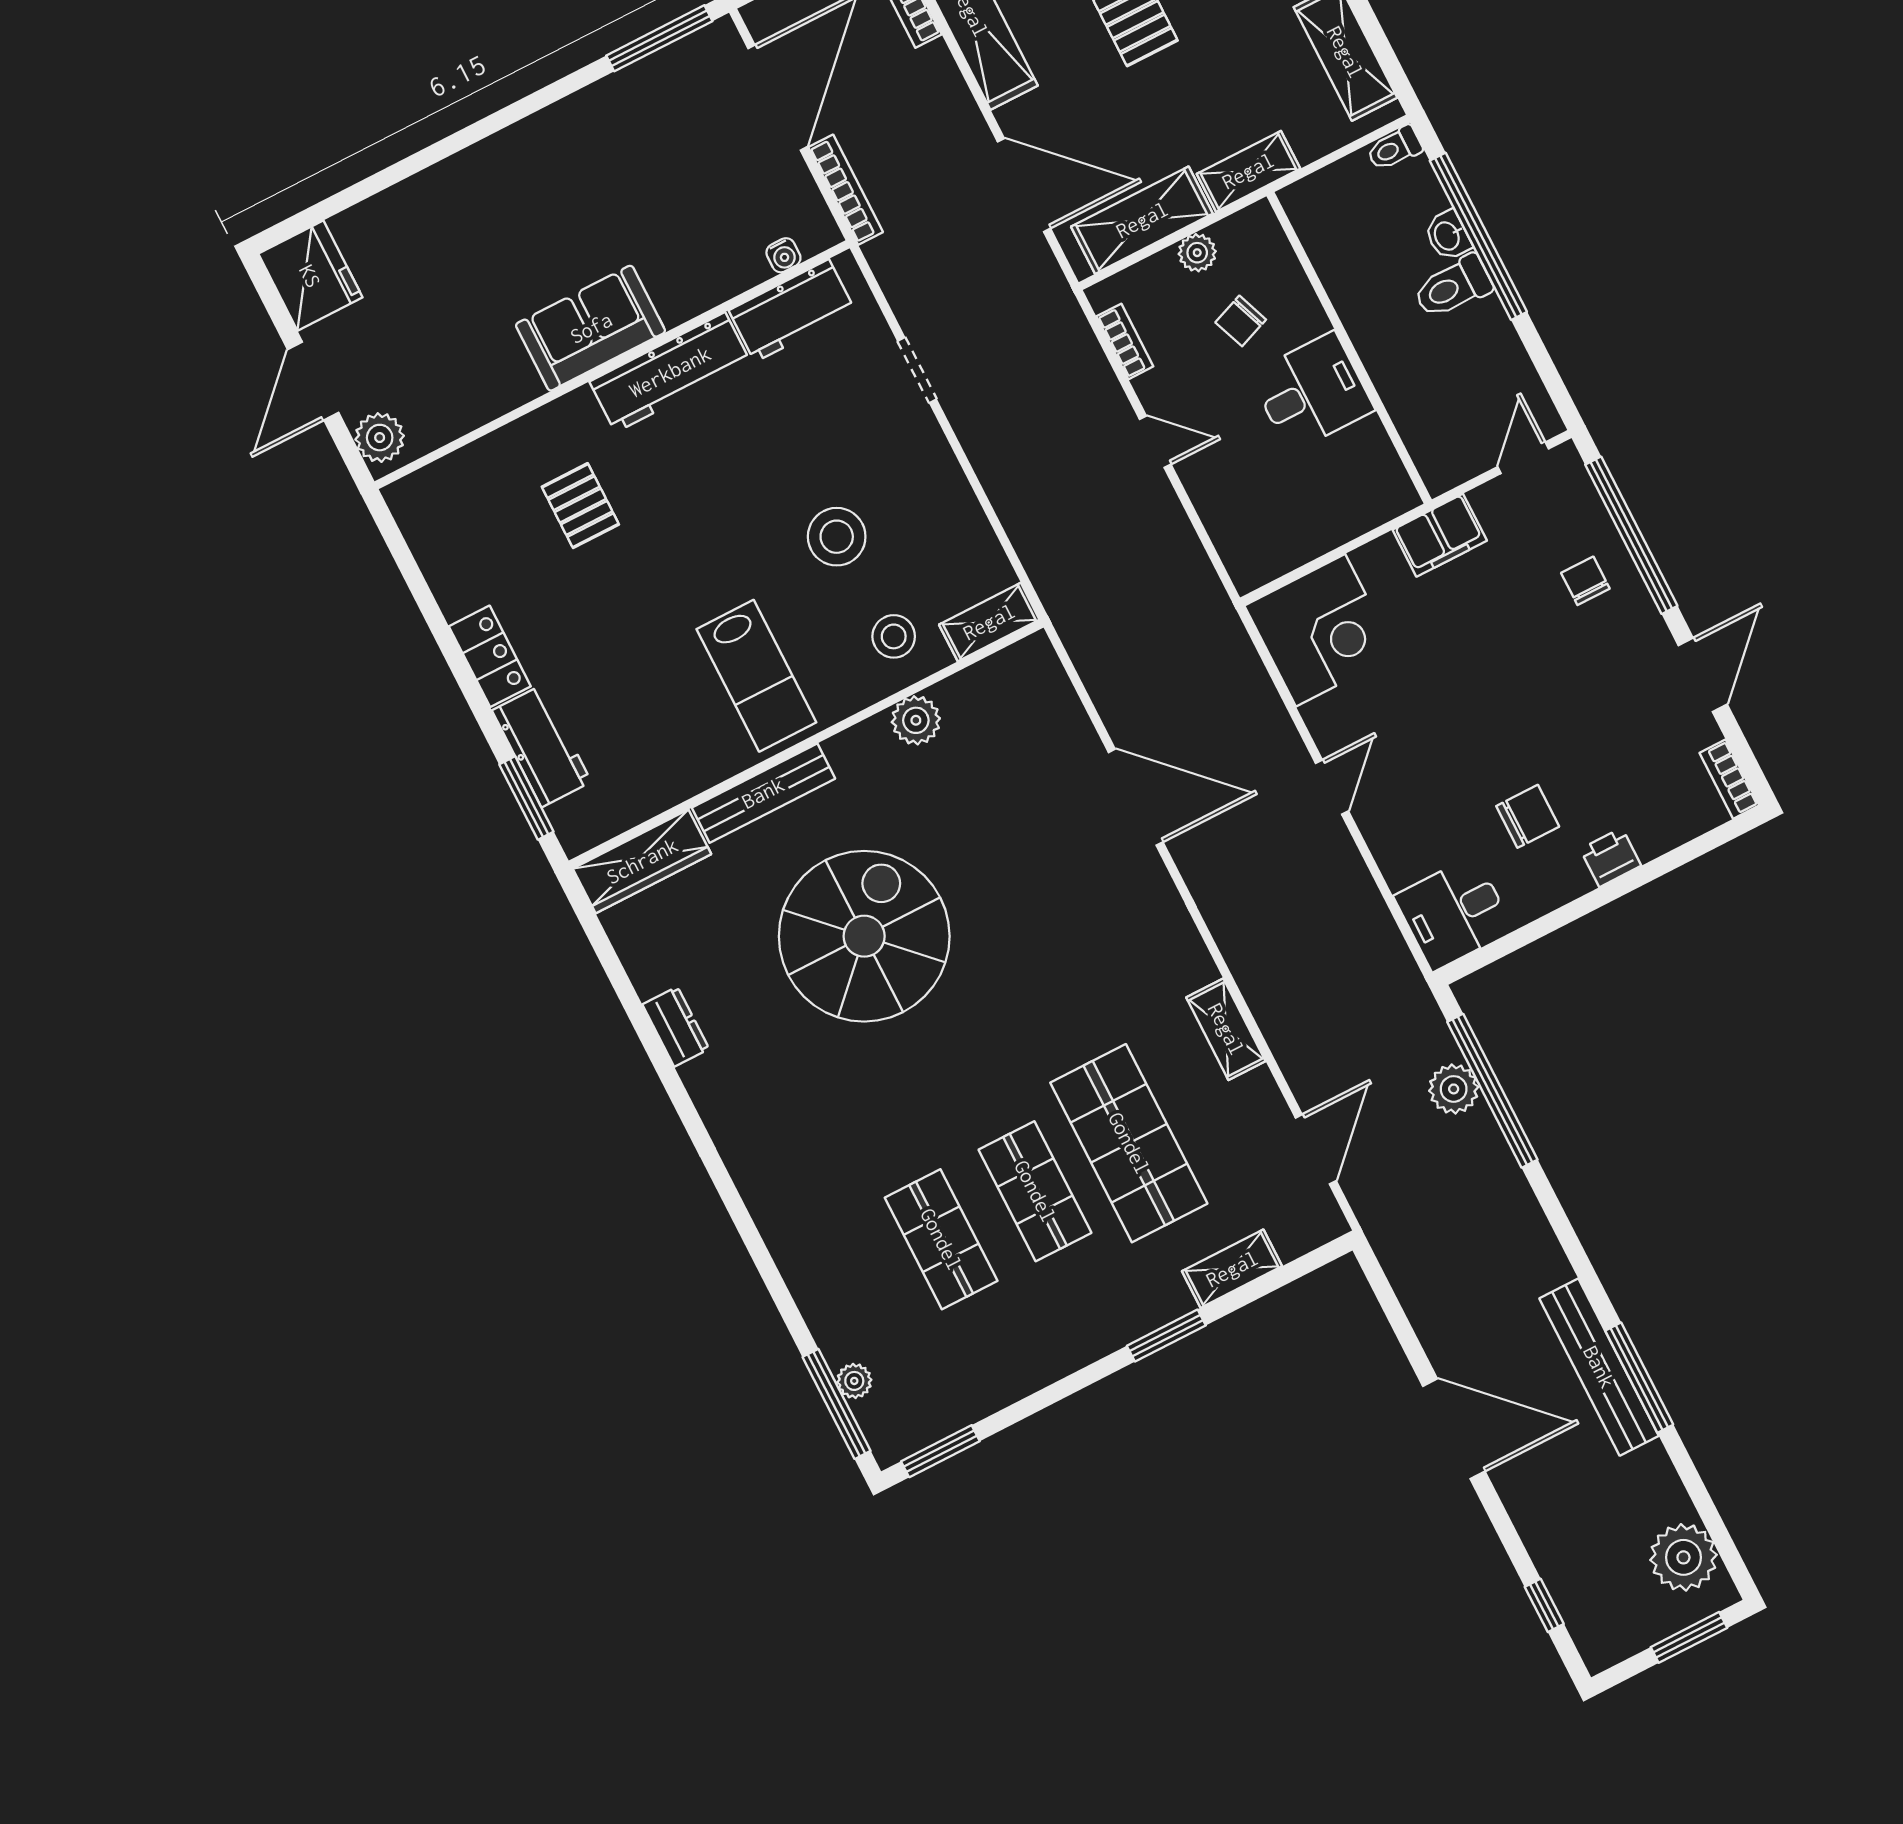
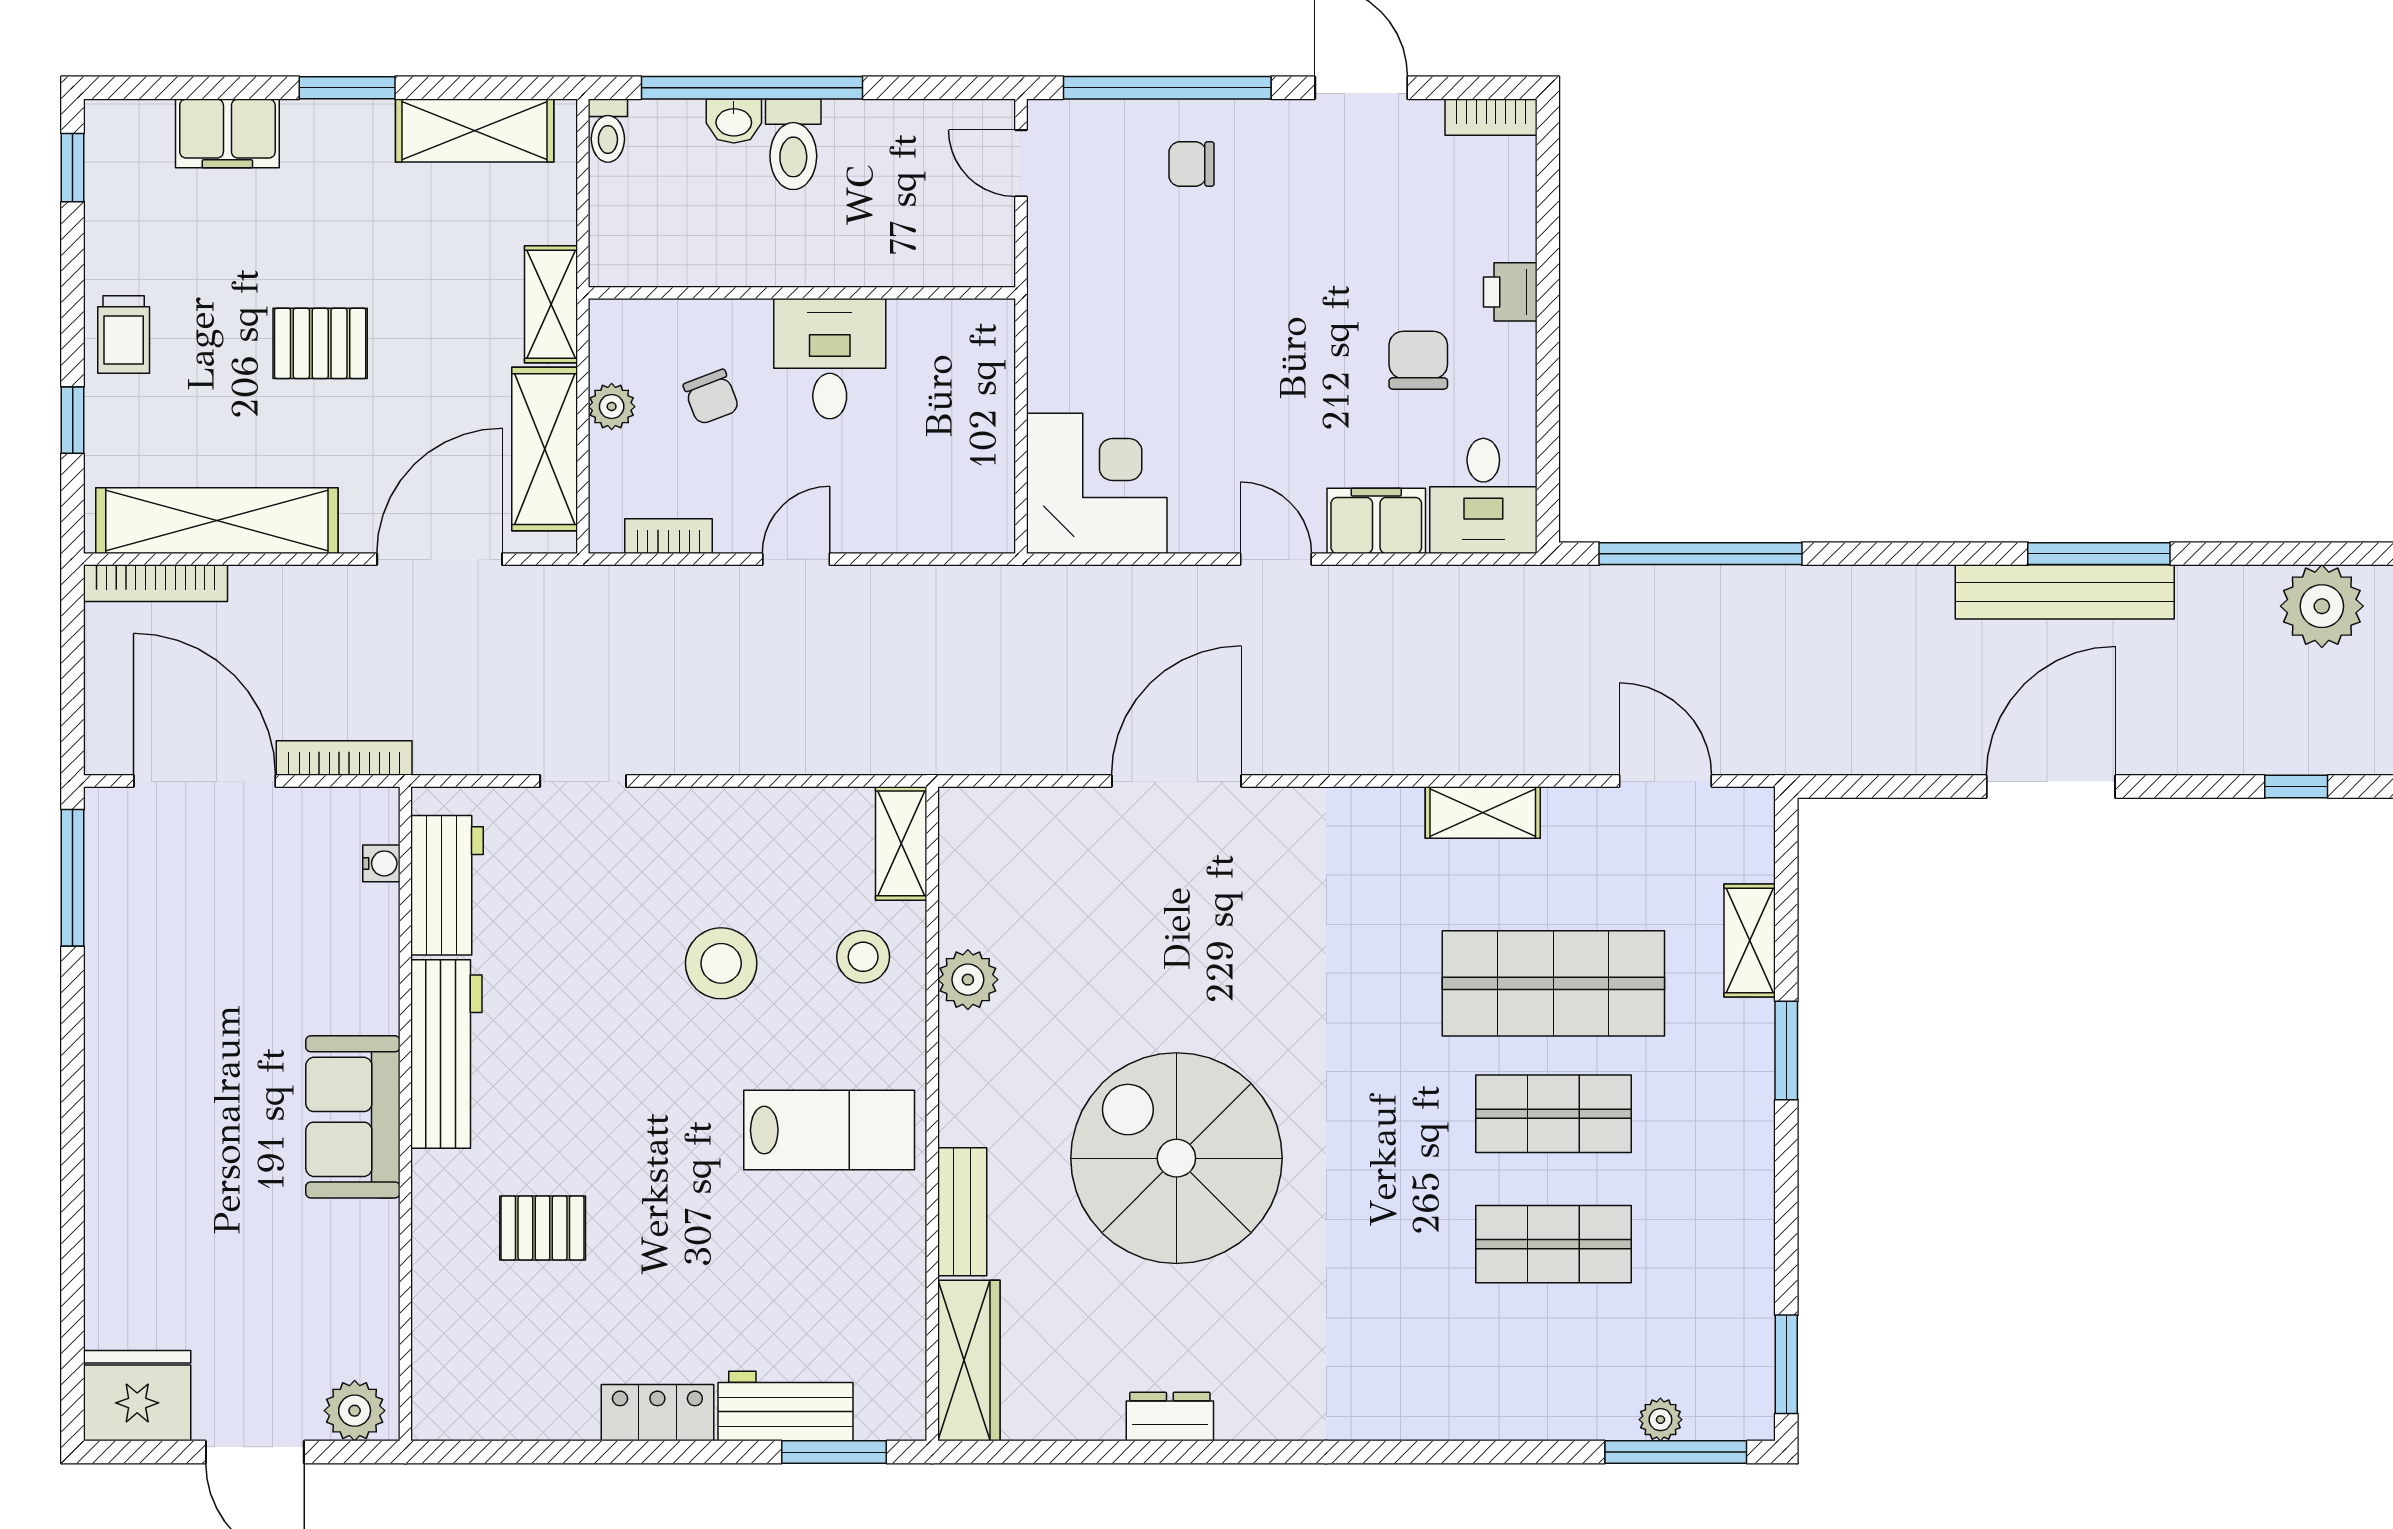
filing cabinet: (1440, 535) -> (1376, 521), moved, turned -90
bench: (763, 793) -> (962, 1212), width x0.73
plant: (1454, 1089) -> (1677, 595), removed

